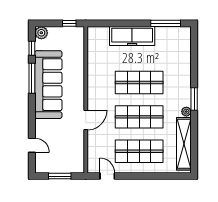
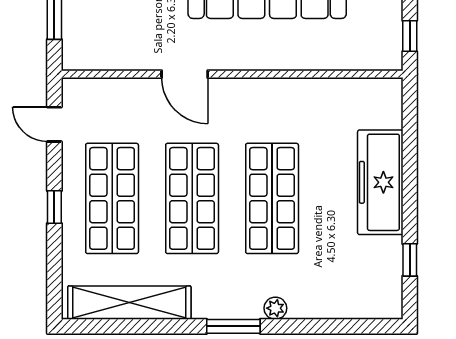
window: (166, 23) -> (410, 260), width x0.46
plant: (186, 112) -> (275, 308), moved
door: (107, 176) -> (54, 124), swing flipped
window: (143, 176) -> (54, 207), added

